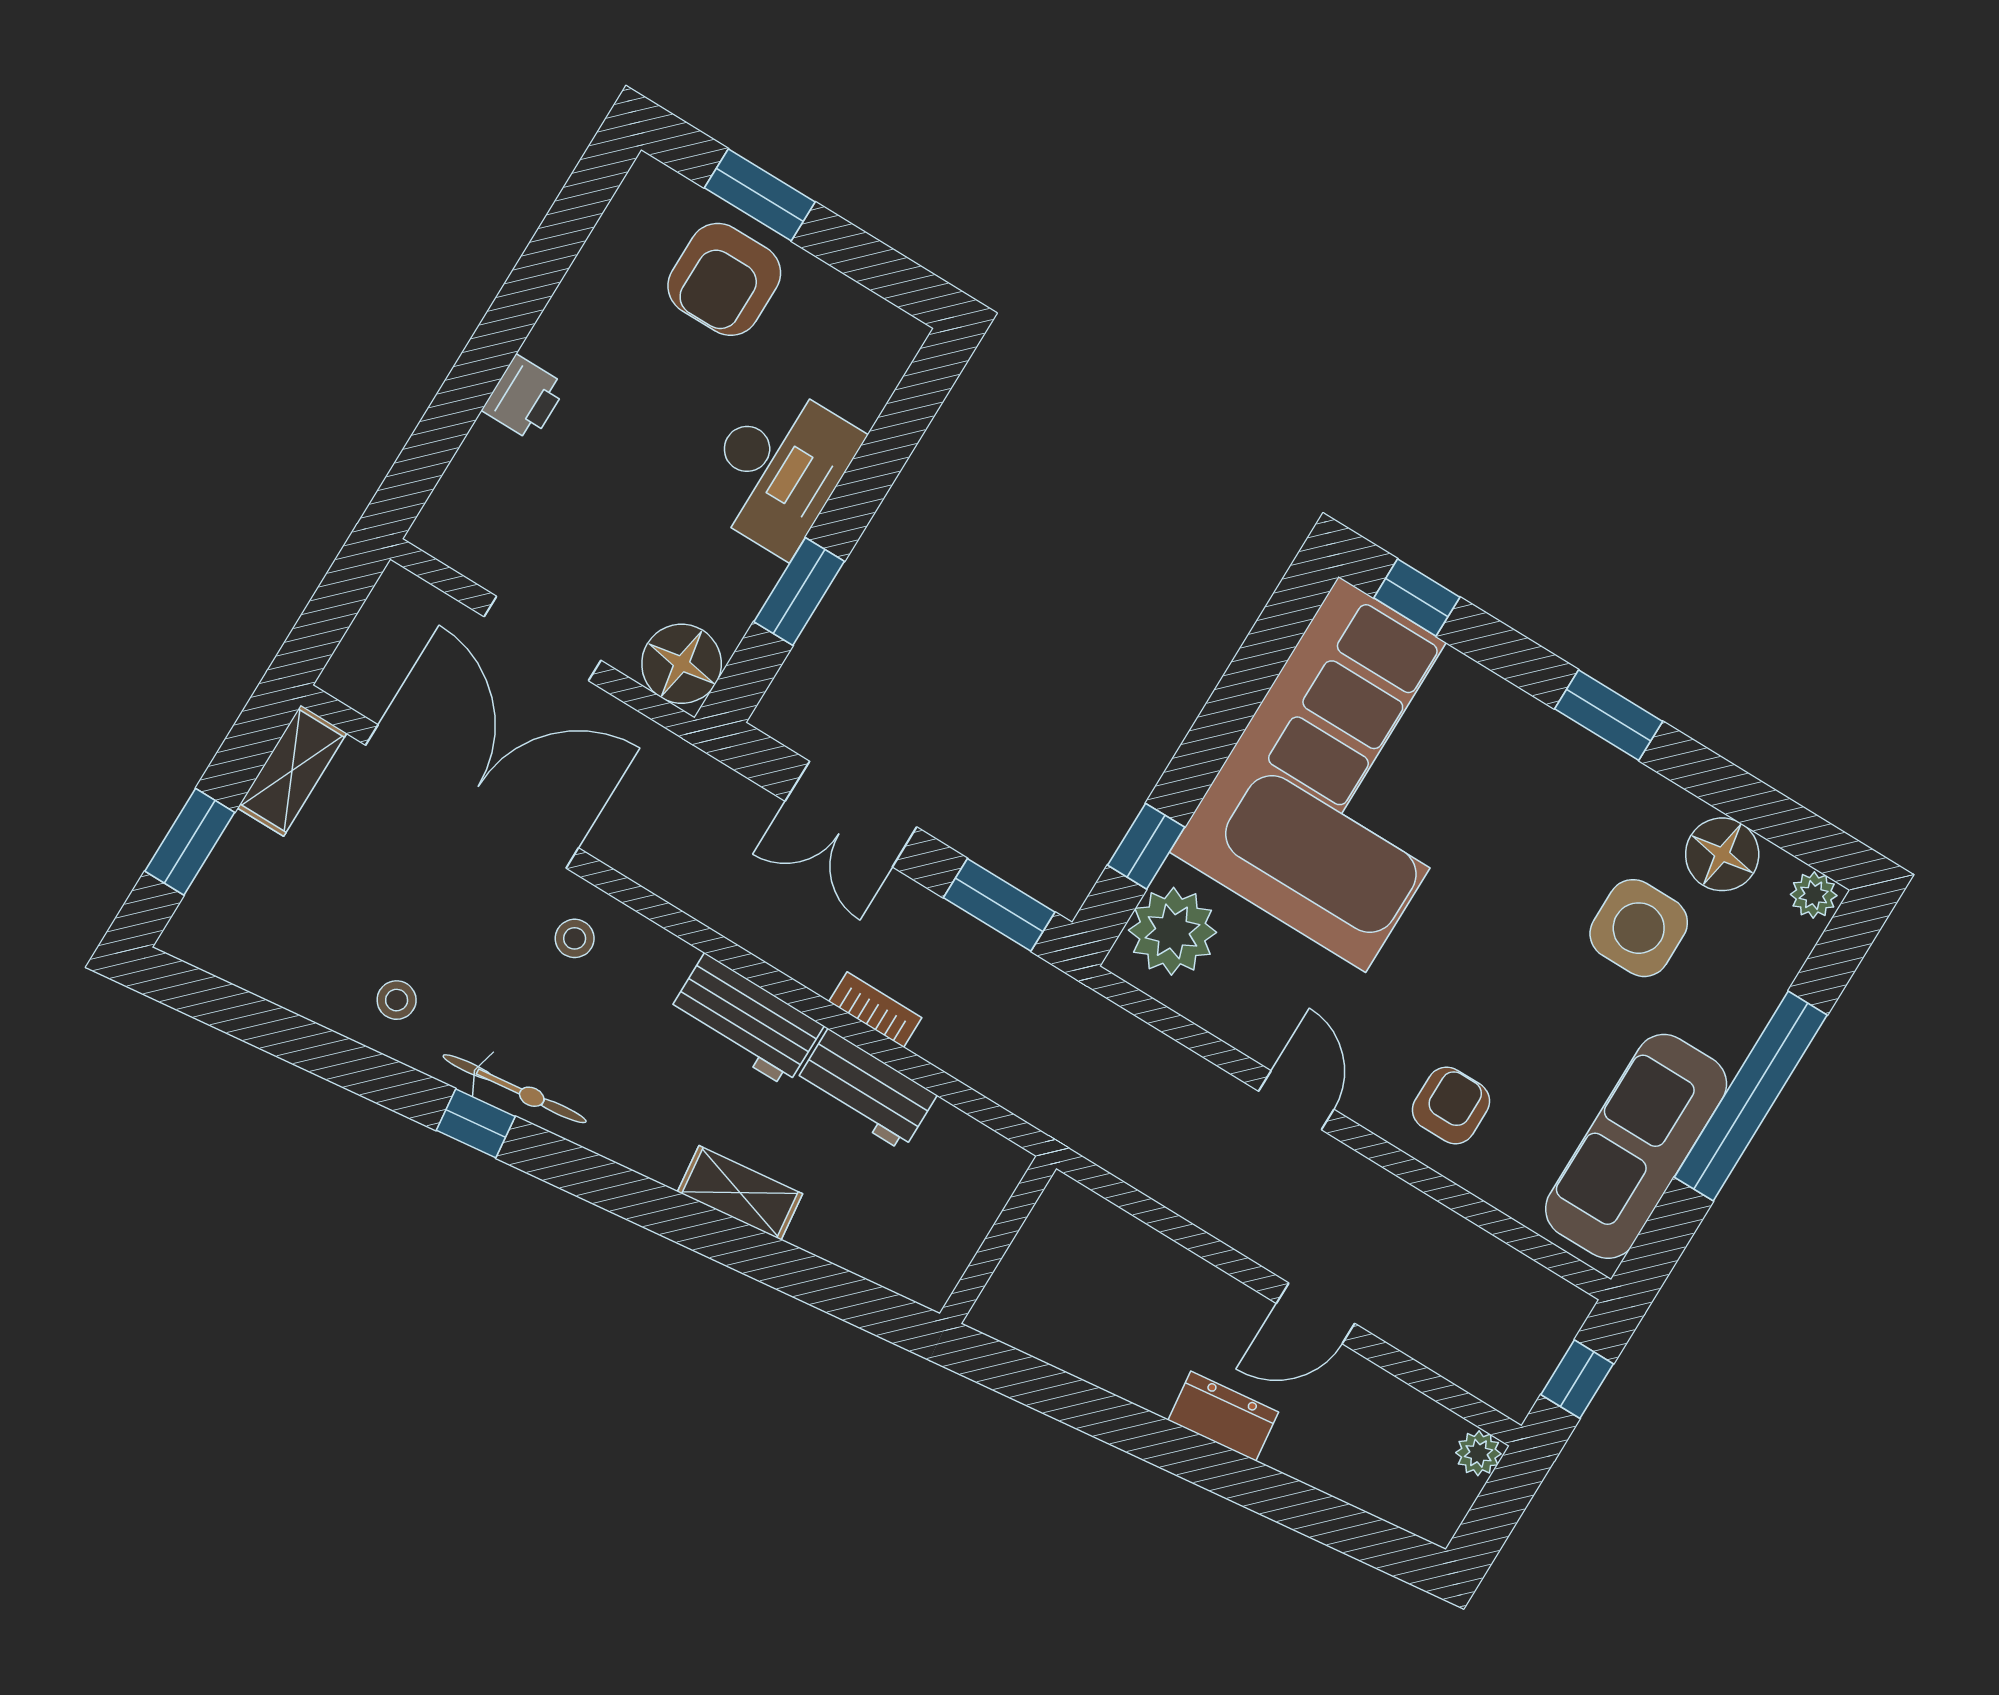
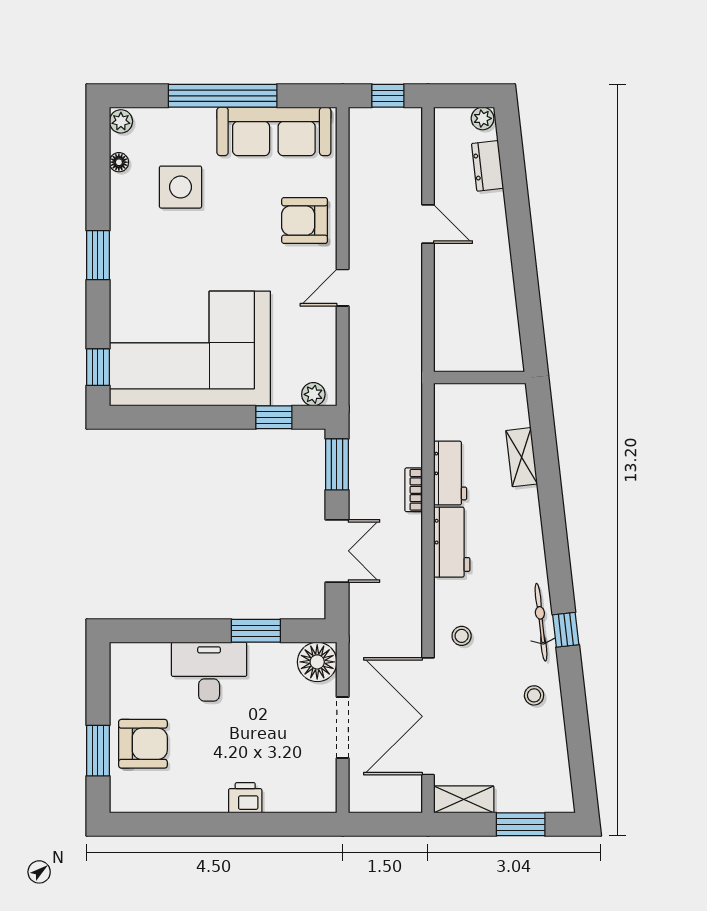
floor lamp: (1722, 854) -> (119, 162), width x0.53, depth x0.53
plant: (1172, 931) -> (313, 394), width x0.53, depth x0.53
armchair: (1451, 1105) -> (305, 221), width x1.38, depth x1.38
shelving: (740, 1193) -> (522, 457), moved
dresser: (1223, 1416) -> (488, 166), moved
plant: (1478, 1453) -> (483, 118), moved

